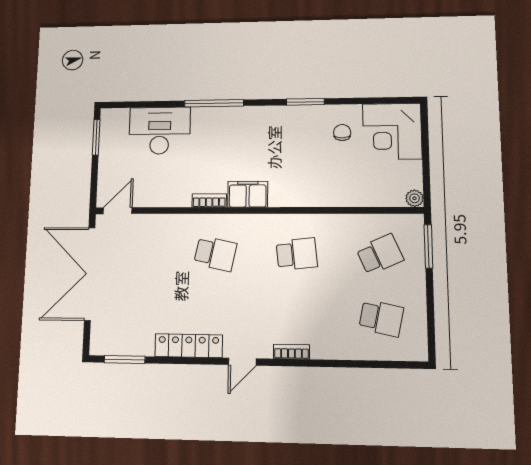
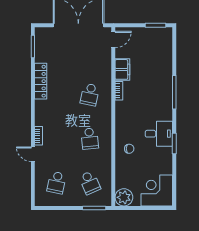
desk: (160, 131) -> (159, 134), moved, width x0.73
chair: (342, 133) -> (129, 149), moved
filing cabinet: (248, 194) -> (122, 69), moved
plant: (415, 198) -> (124, 197), width x1.88, depth x1.88
door: (118, 211) -> (113, 39), hinge flipped
door: (242, 362) -> (33, 154), moved

